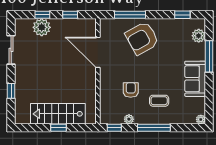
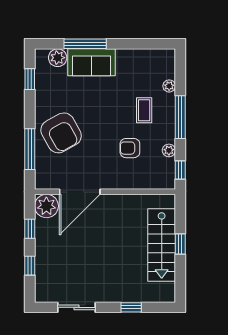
plant: (42, 27) -> (46, 206), moved
sofa: (195, 79) -> (92, 62), moved
plant: (201, 119) -> (169, 86), moved

